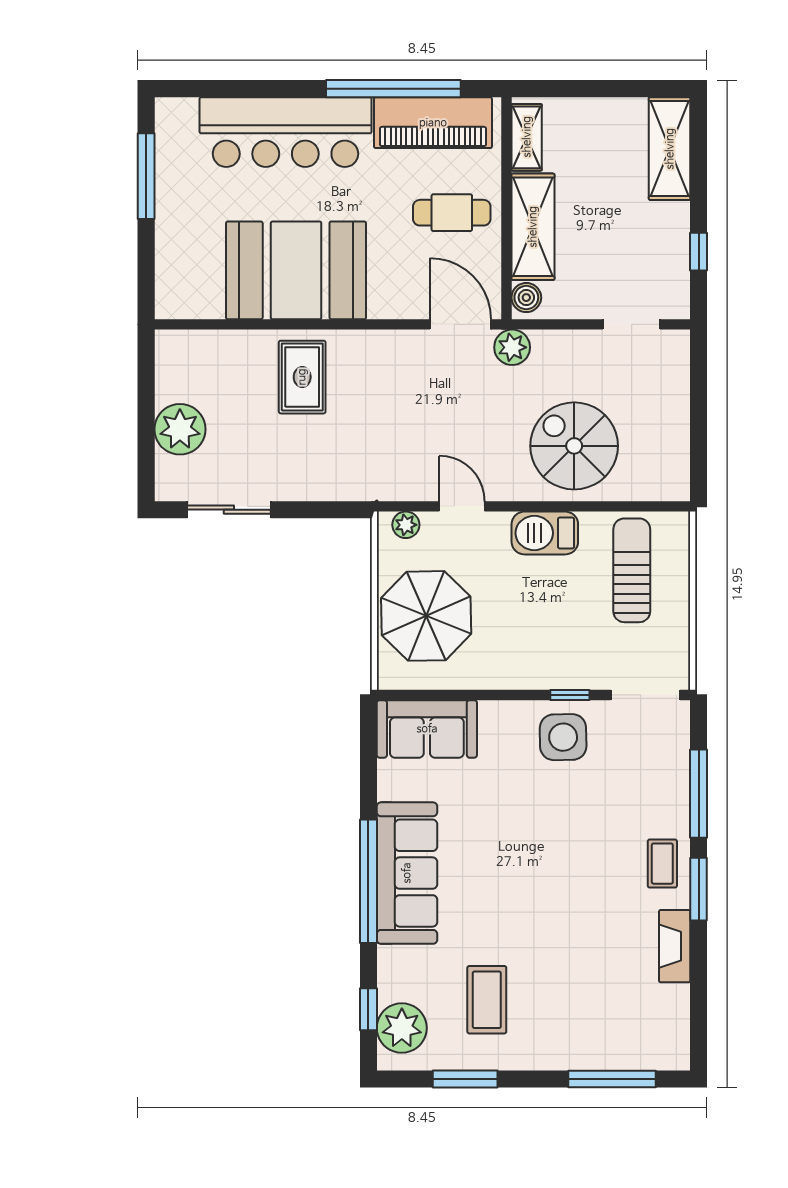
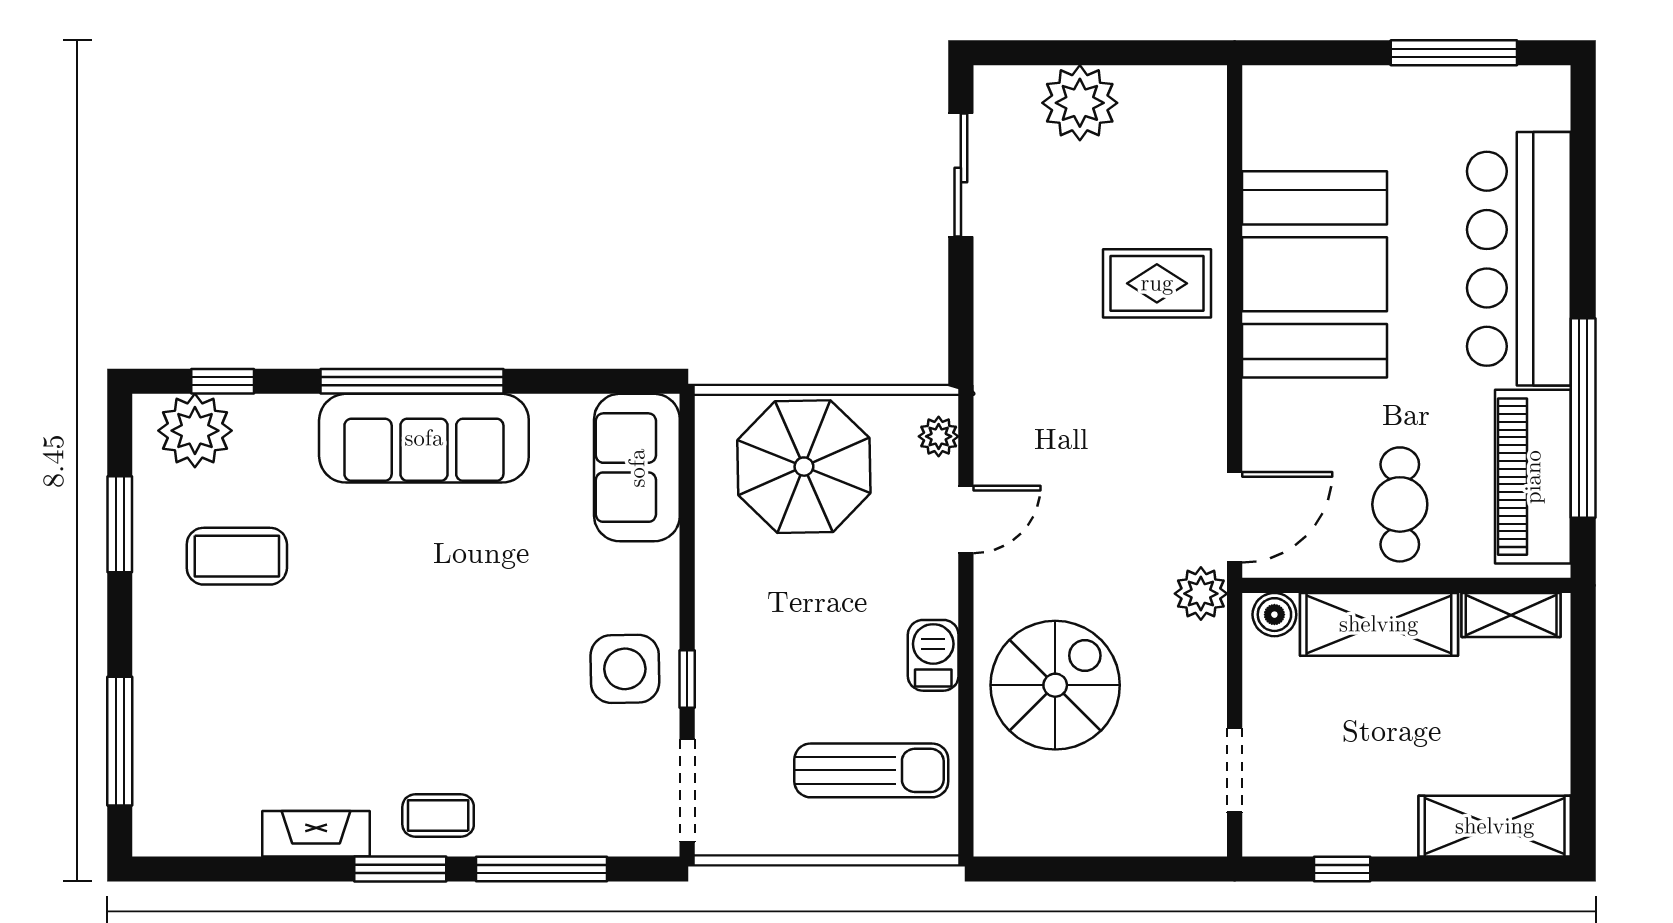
barbecue: (545, 533) -> (933, 655), width x0.73, depth x0.79

